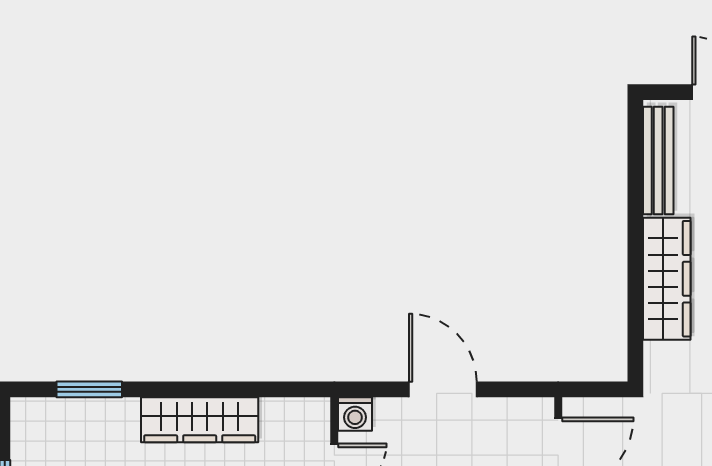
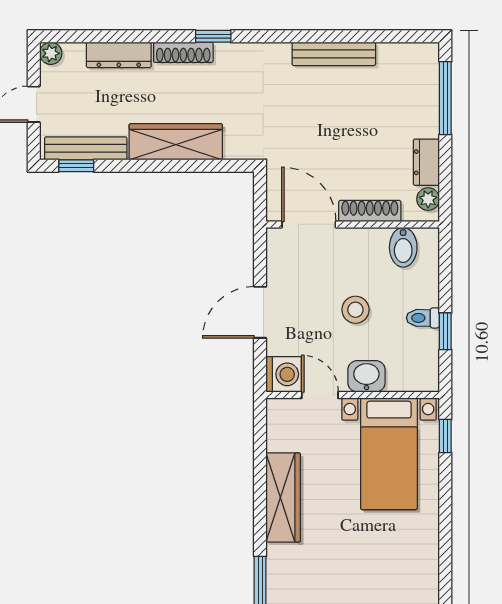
window: (635, 148) -> (76, 166), added
washing machine: (355, 414) -> (284, 374), width x1.38, depth x1.38

